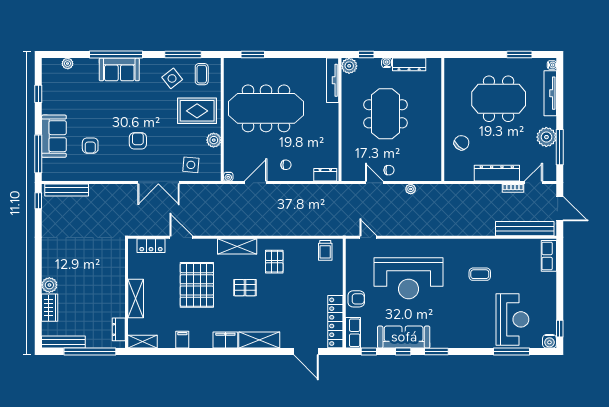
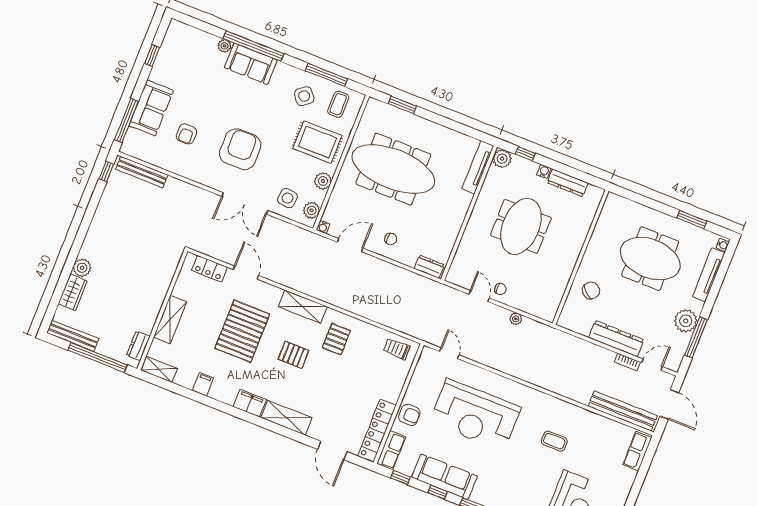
plant: (68, 64) -> (225, 46), moved
armchair: (138, 141) -> (240, 149), width x1.88, depth x1.88
plant: (214, 167) -> (312, 210), added
trolley: (325, 250) -> (397, 349), turned 90

